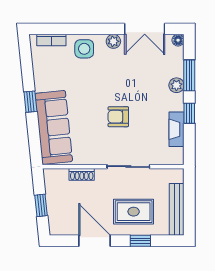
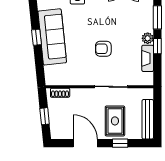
plant: (176, 85) -> (148, 38), moved
sofa: (54, 127) -> (52, 37), moved
shoe rack: (82, 174) -> (60, 93), moved
rug: (134, 212) -> (115, 121), turned 90

